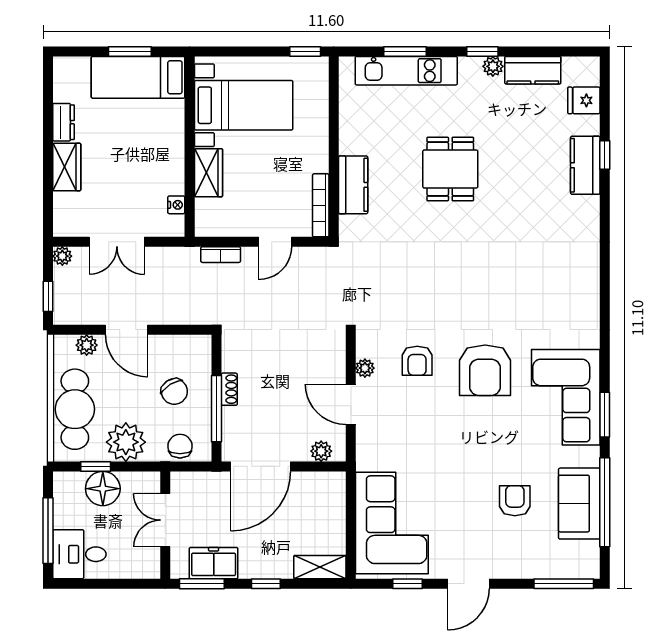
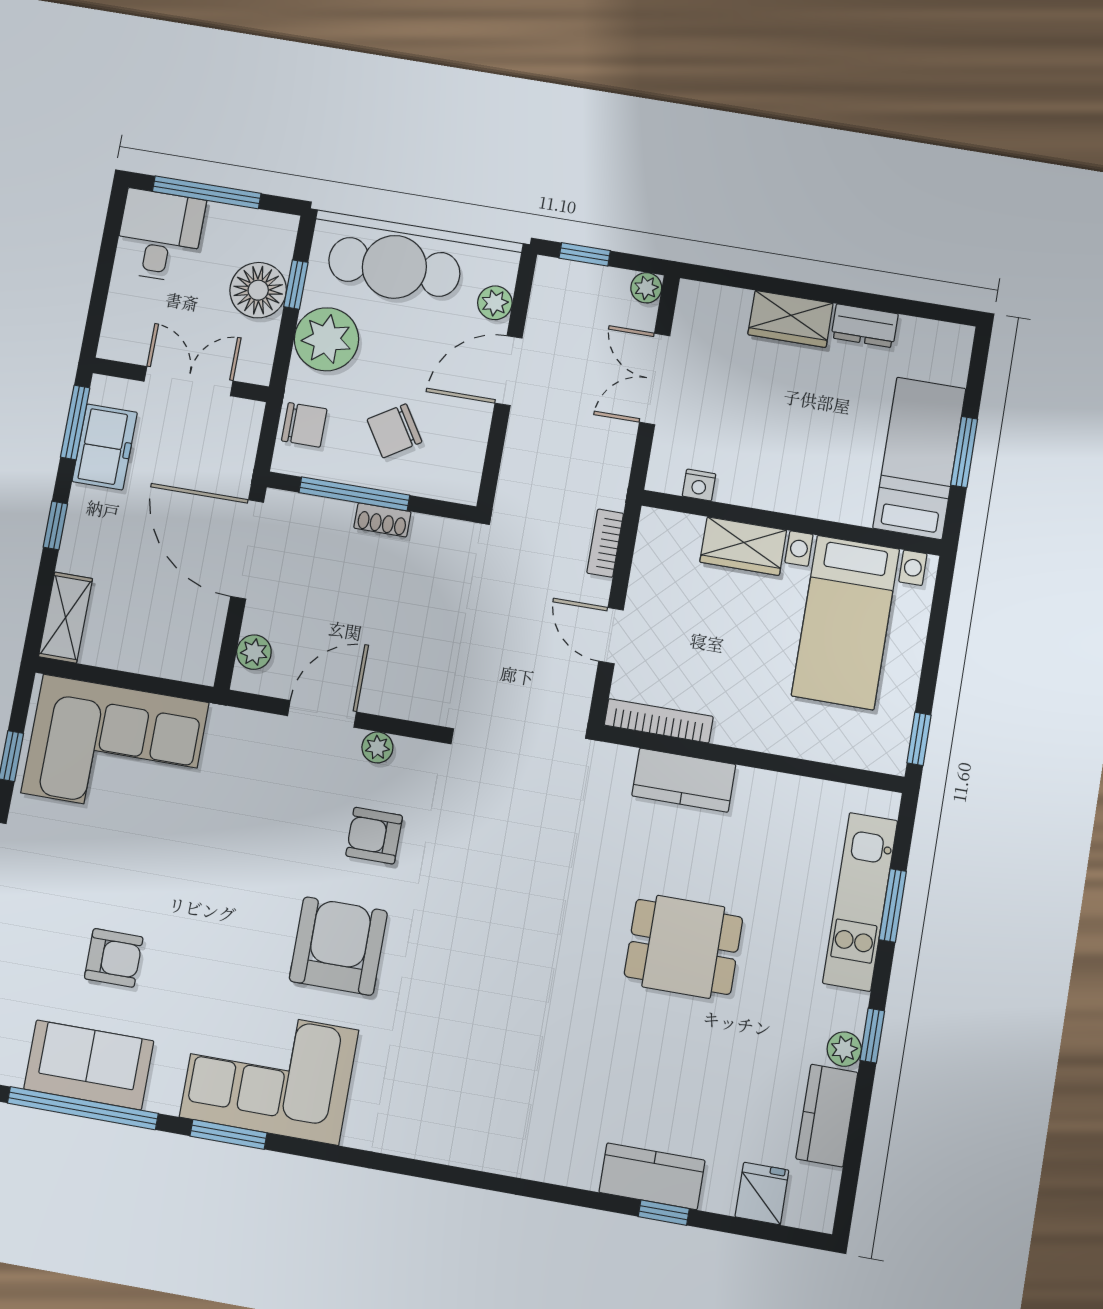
armchair: (485, 370) -> (338, 946), turned 90

